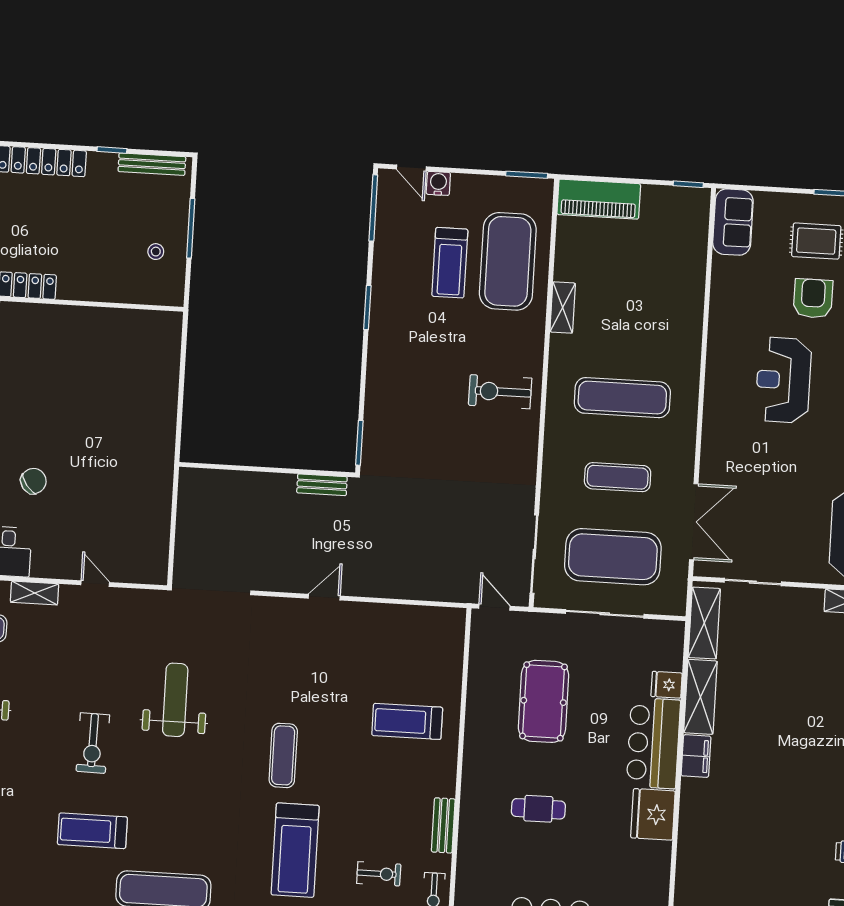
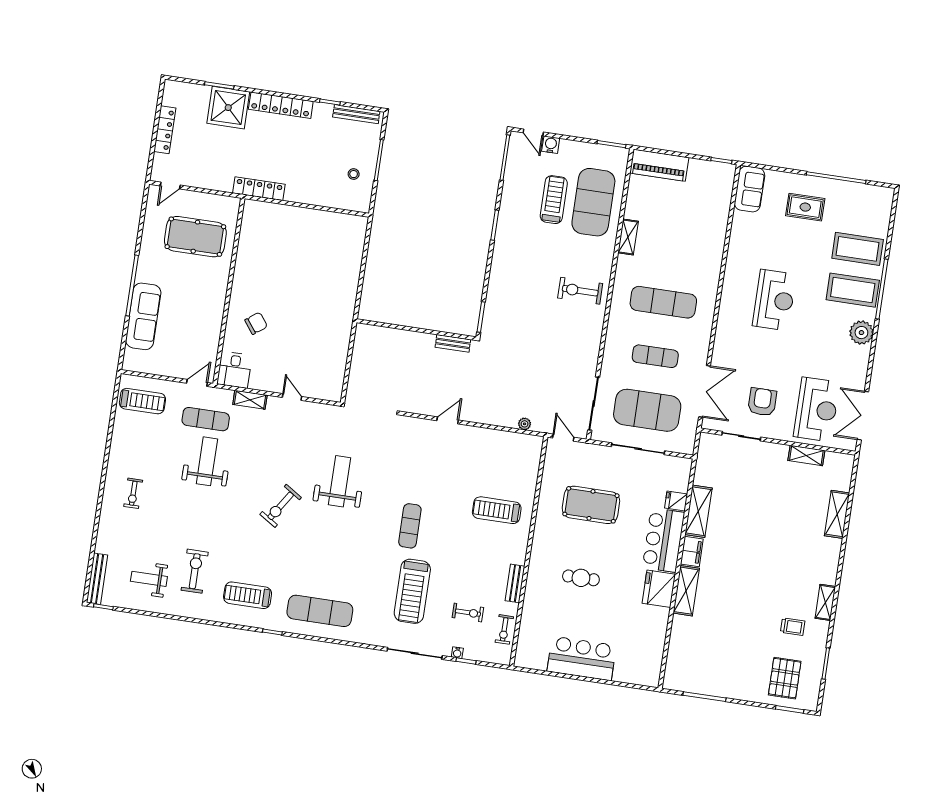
treadmill: (450, 263) -> (554, 200), turned 180
armchair: (813, 298) -> (762, 402), moved
reception desk: (783, 380) -> (774, 300), turned 180
plant: (437, 592) -> (525, 424), added
shelving: (704, 623) -> (686, 591), moved
pool table: (543, 701) -> (591, 505), turned 90
exercise bike: (93, 743) -> (281, 506), turned 32
treadmill: (92, 831) -> (248, 595), moved

